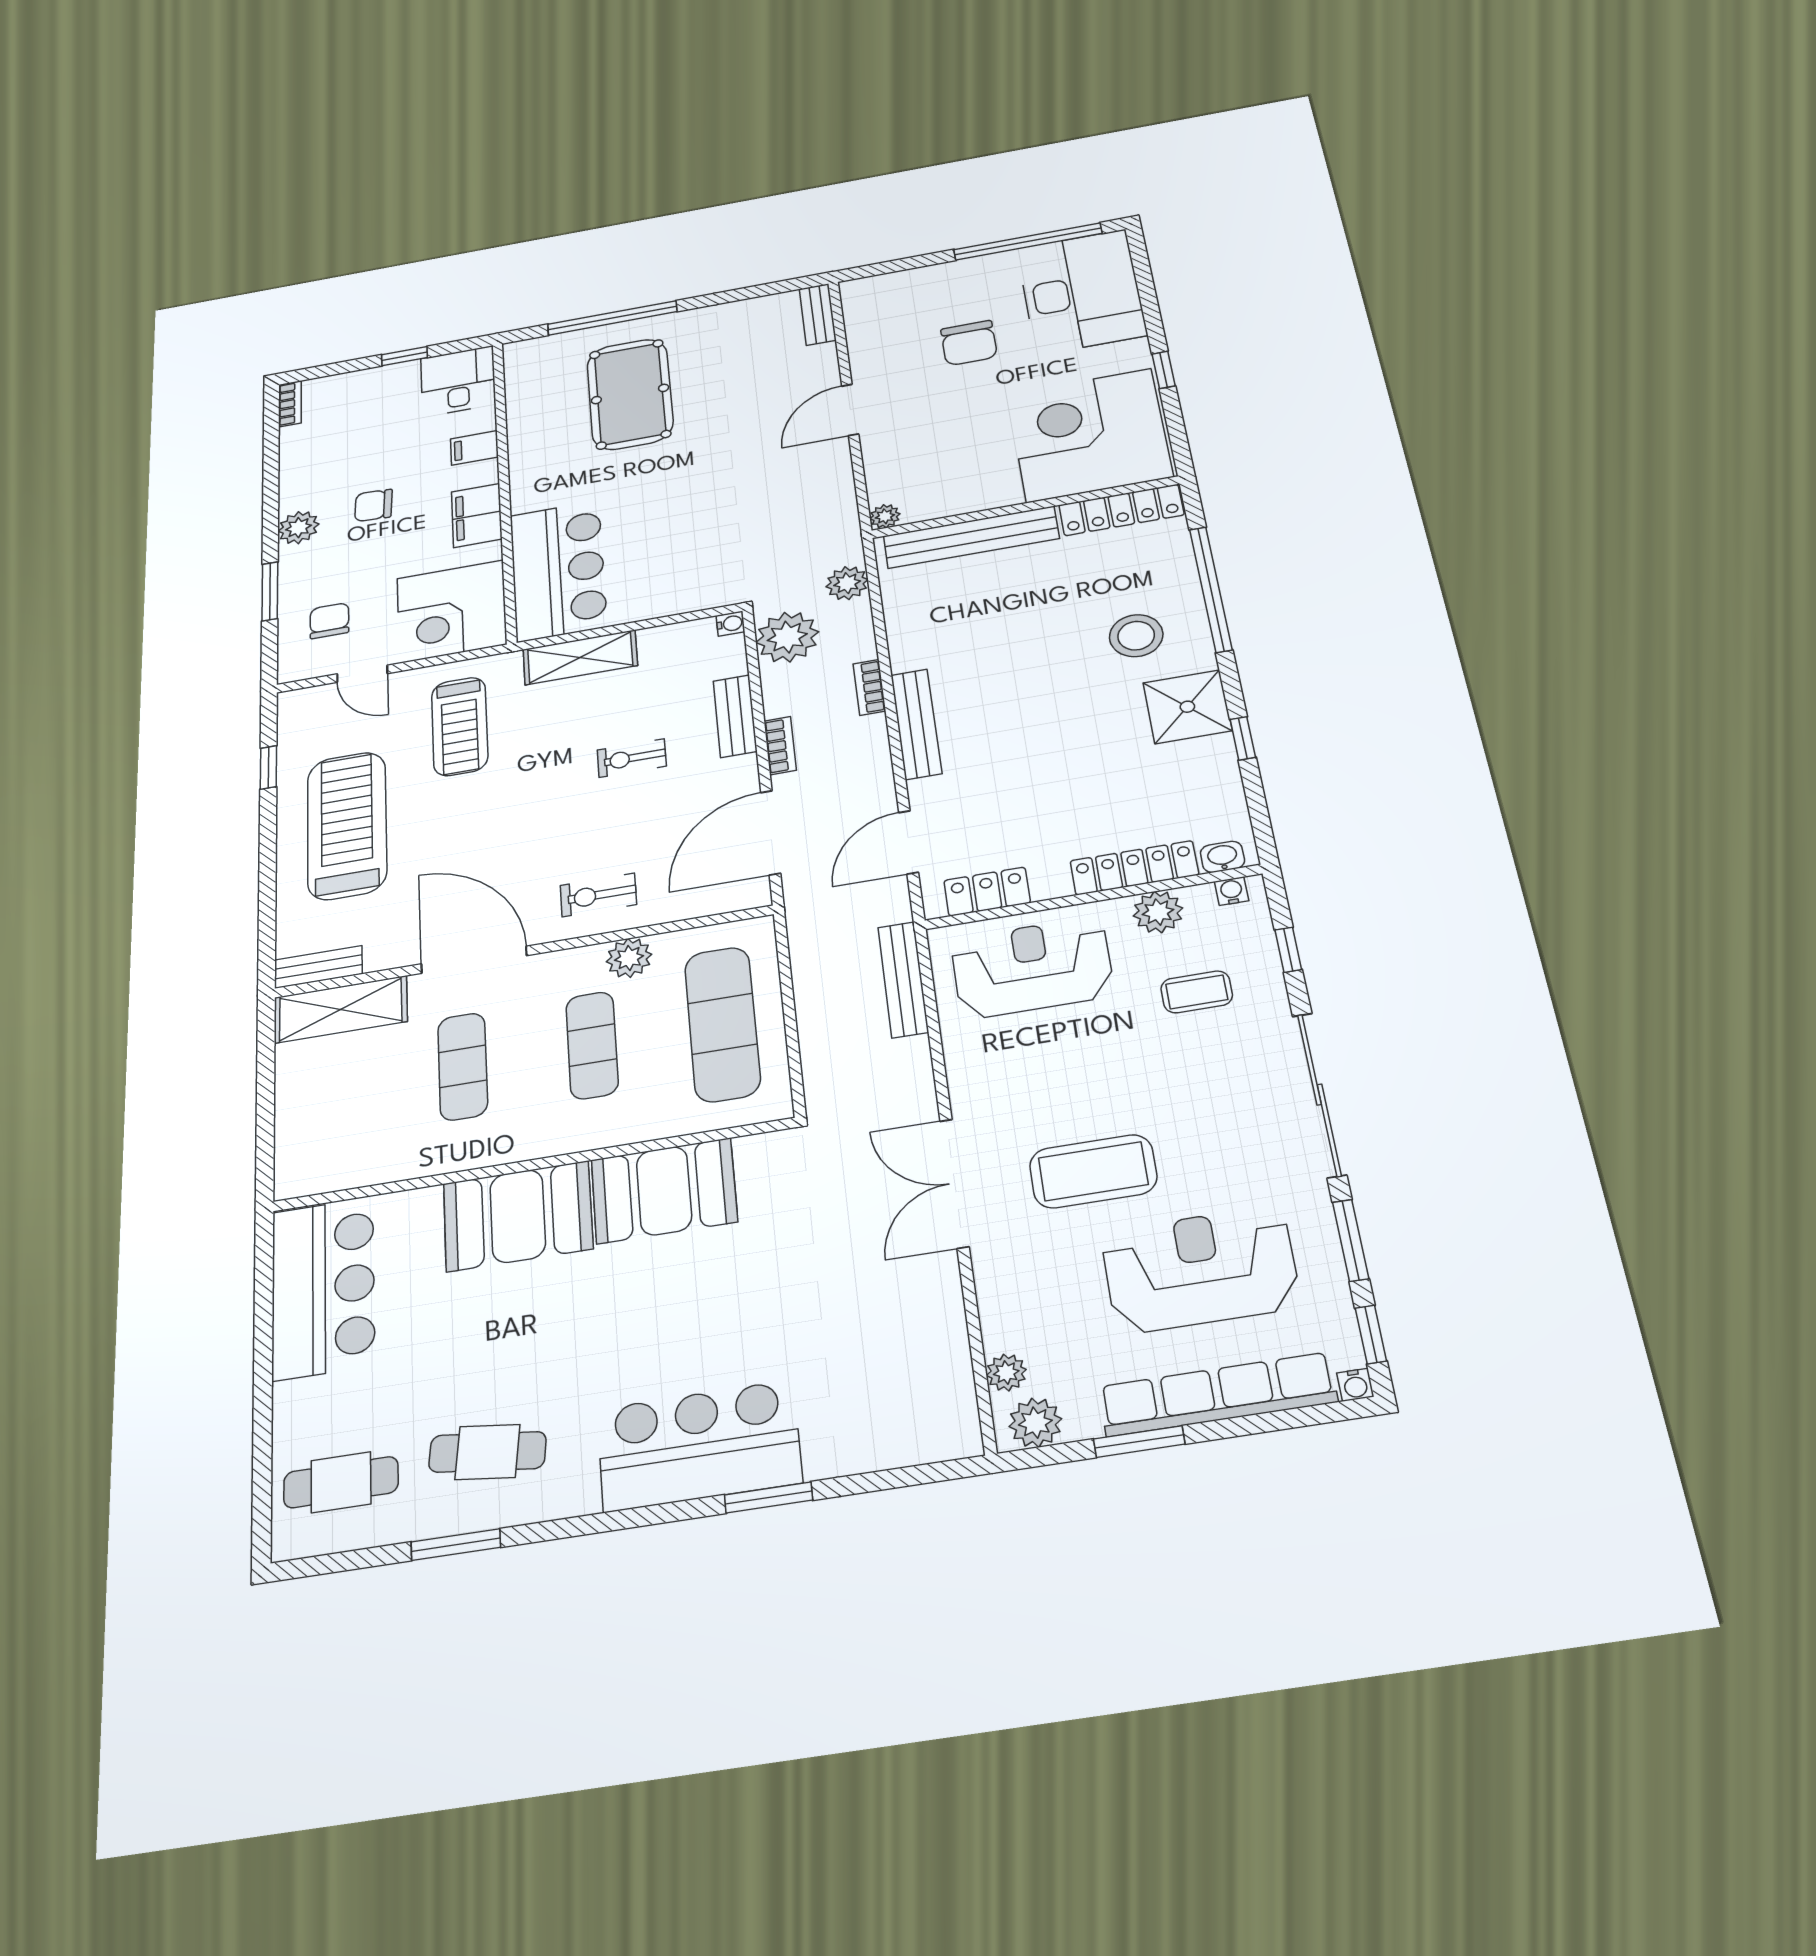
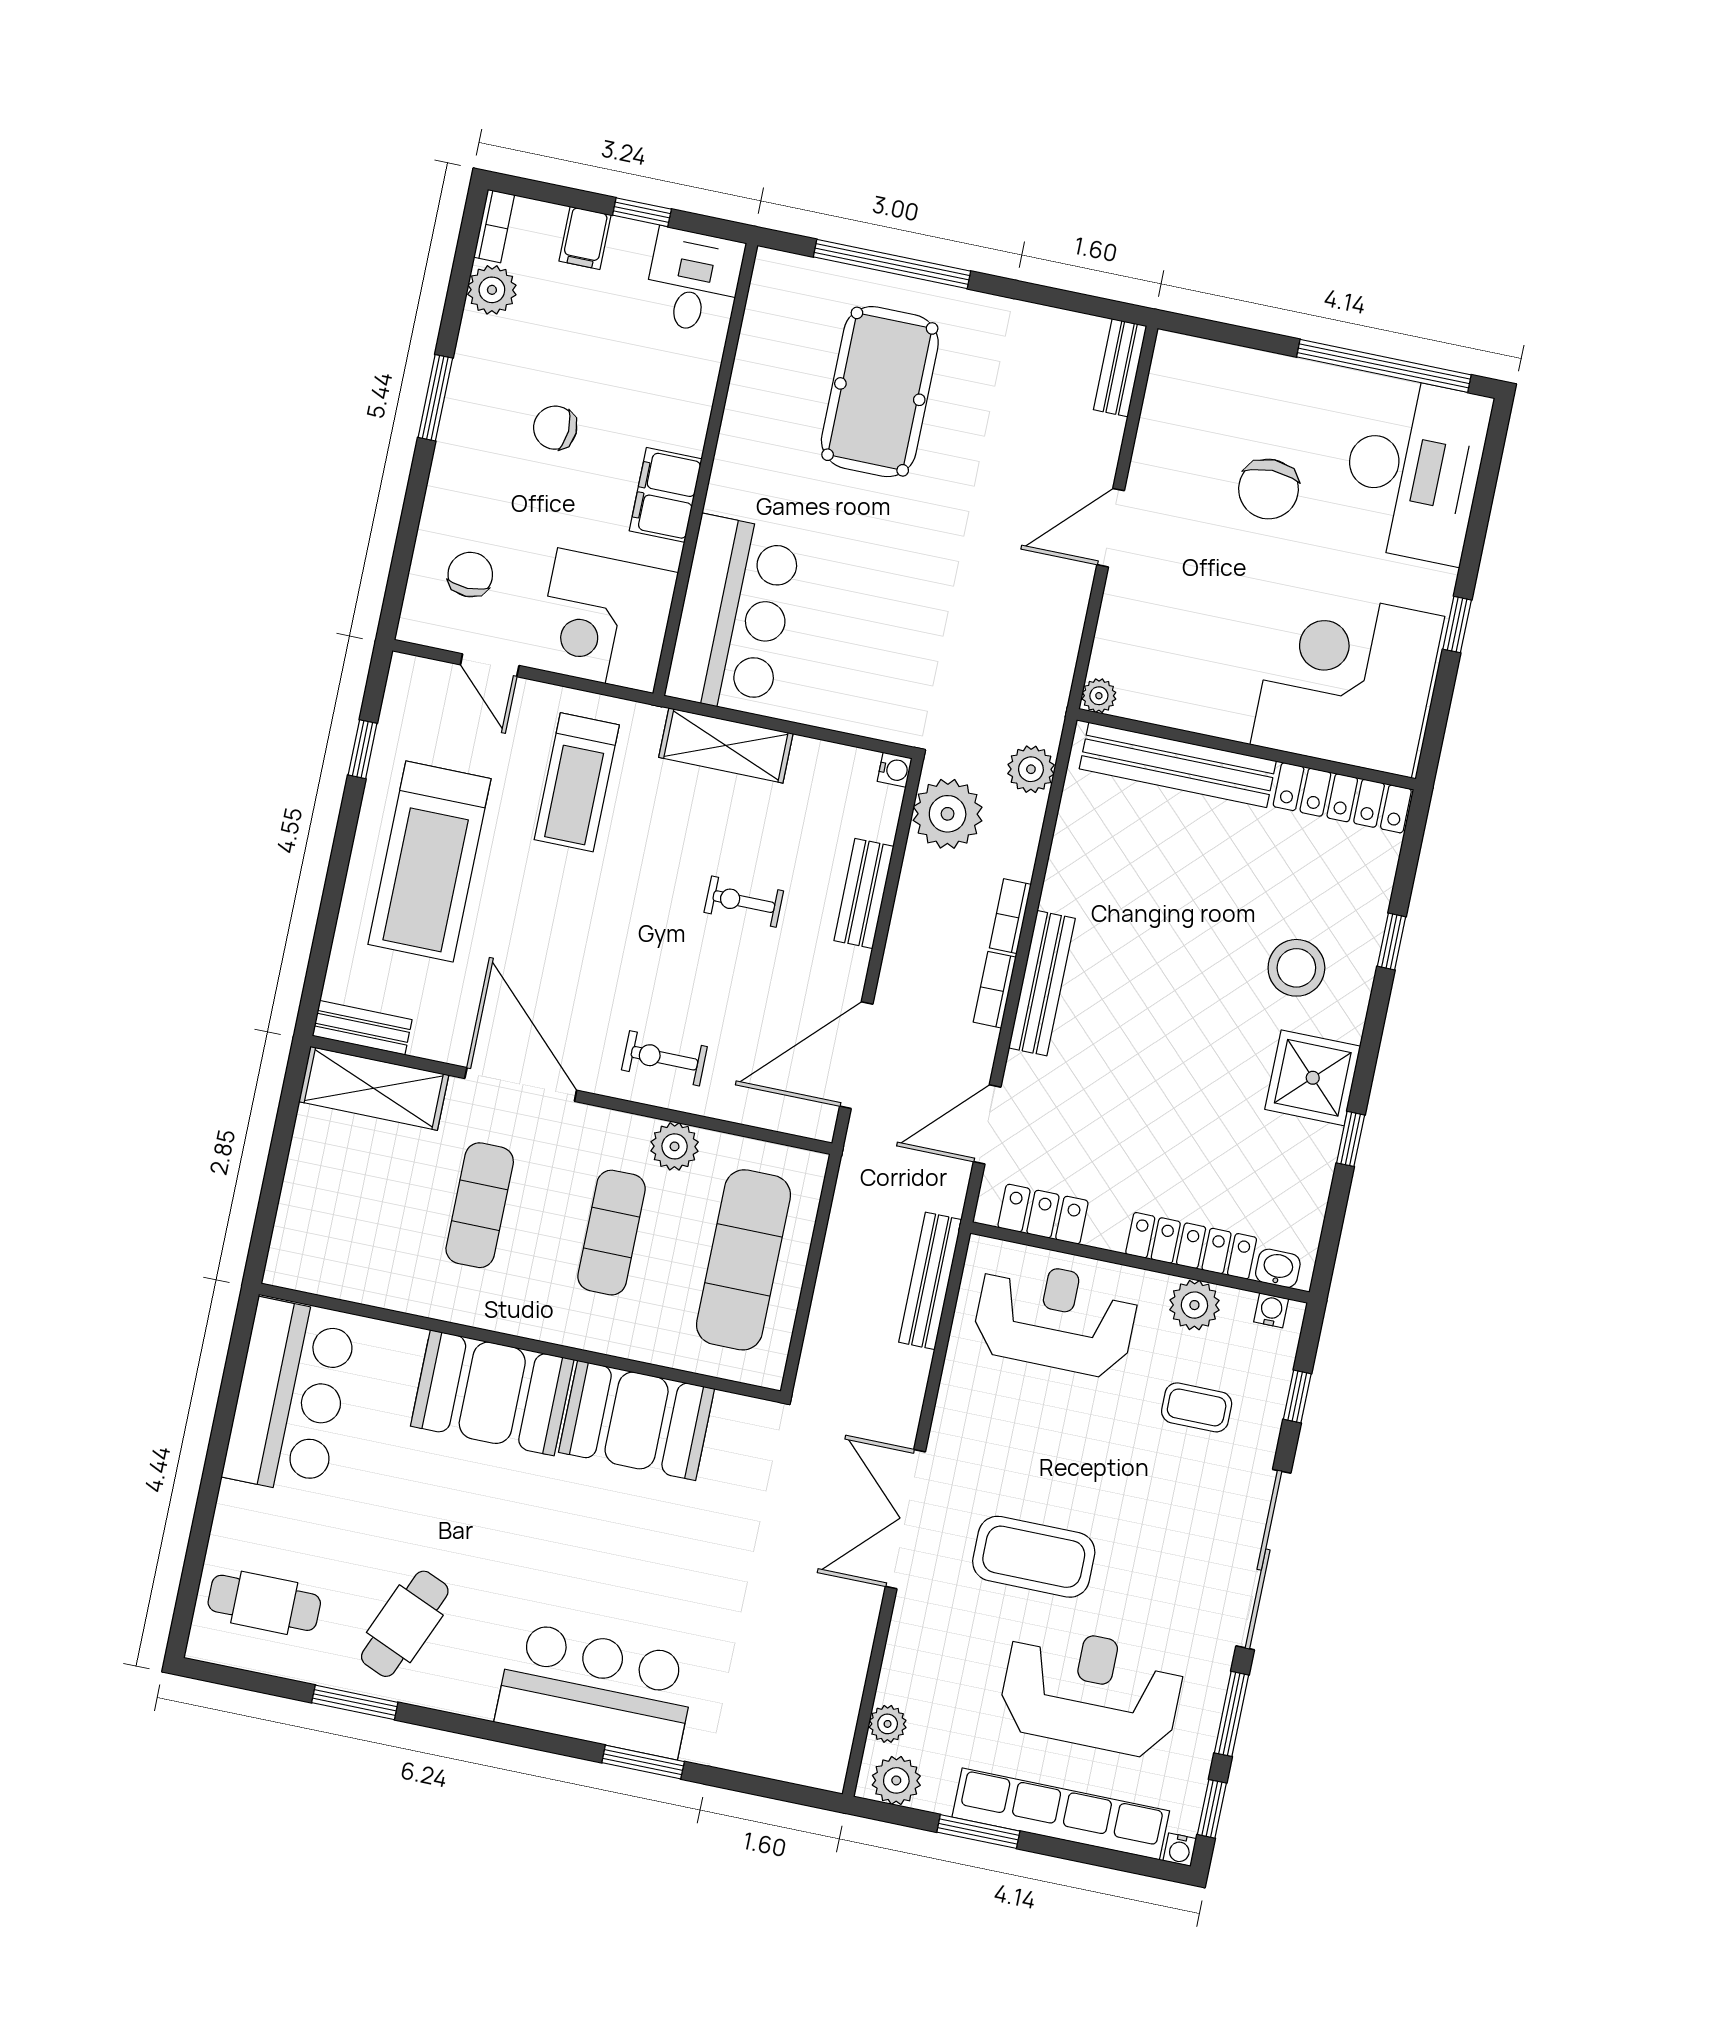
filing cabinet: (474, 448) -> (585, 238), moved, turned -90
plant: (298, 528) -> (492, 290), moved
window: (1211, 589) -> (1391, 941), width x0.32
window: (270, 591) -> (435, 398), moved
bookcase: (780, 746) -> (995, 990), moved, turned 180
treadmill: (347, 825) -> (429, 862), turned 180
cafe table: (487, 1452) -> (405, 1624), turned -74

